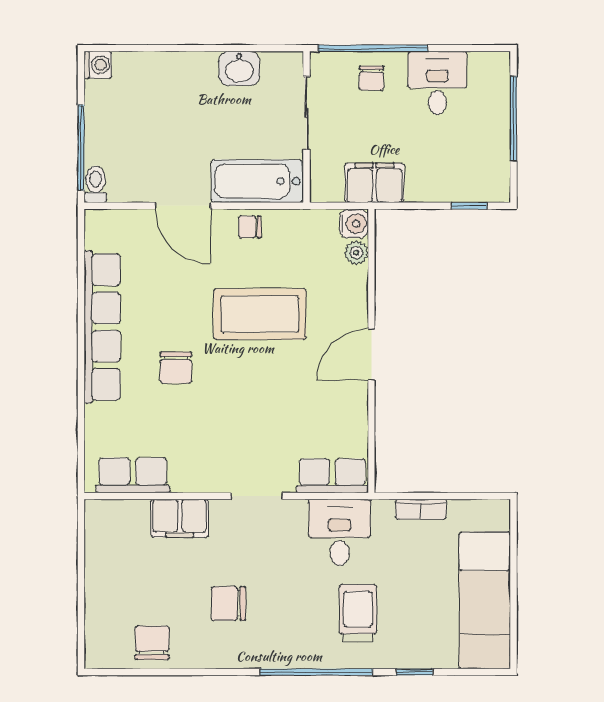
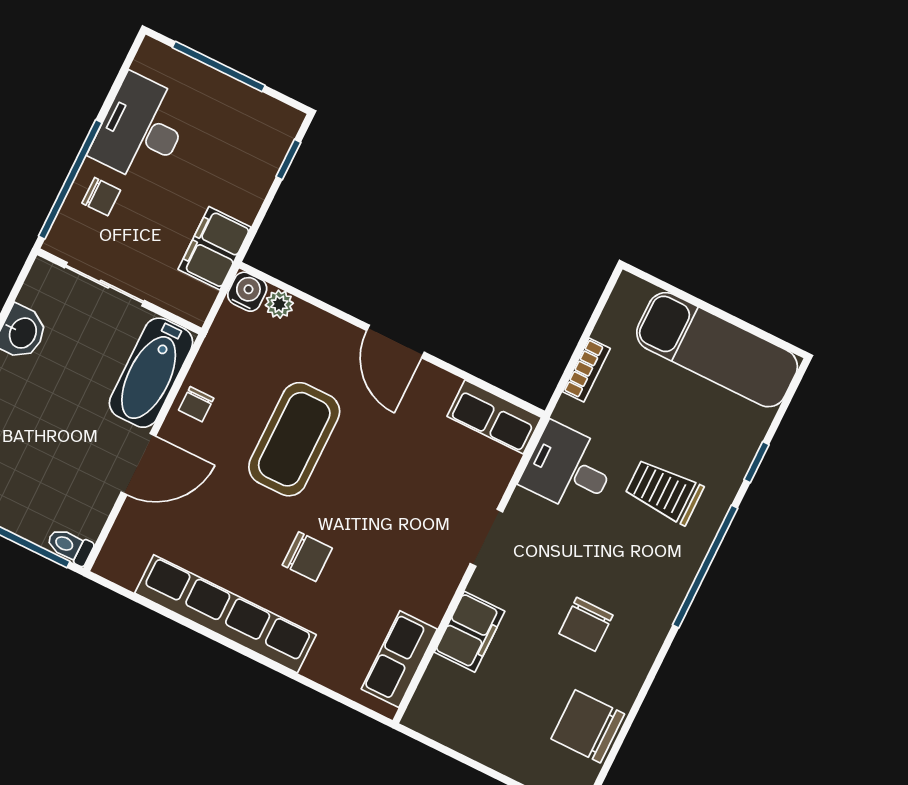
desk: (437, 83) -> (141, 129), width x1.37
row of seats: (332, 476) -> (494, 417), moved, turned -90
chair: (152, 643) -> (588, 726), width x1.37, depth x1.37

